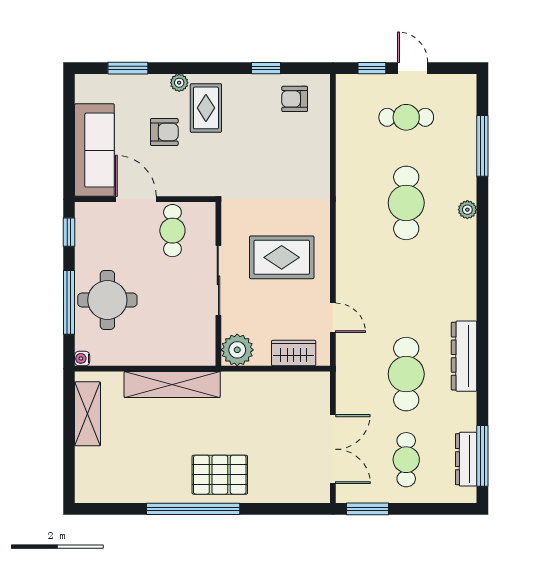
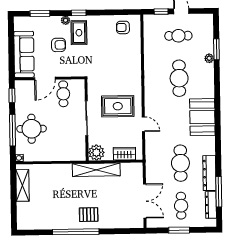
window: (266, 68) -> (79, 13), moved
window: (482, 146) -> (216, 49), width x0.69
door: (136, 199) -> (45, 78), swing flipped
plant: (467, 210) -> (209, 58), moved
booth: (452, 282) -> (202, 117), added
door: (333, 318) -> (143, 124), moved
dresser: (464, 356) -> (209, 173), moved
shelving: (172, 384) -> (96, 170), moved
window: (482, 456) -> (219, 192), moved
pallet: (220, 475) -> (89, 215), width x0.67, depth x0.71
window: (368, 509) -> (179, 230), moved

